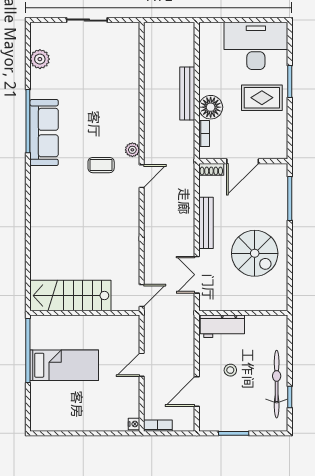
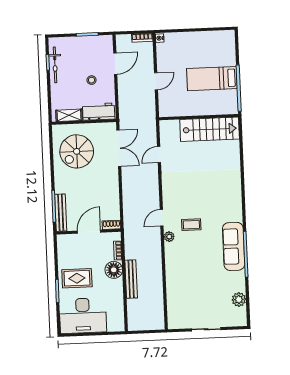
bench: (206, 223) -> (61, 213), moved
spiral stairs: (255, 253) -> (77, 151), moved, turned -90
double door: (197, 275) -> (119, 148), width x1.37
door: (142, 296) -> (159, 154), moved
shelving: (263, 323) -> (69, 115), added
bicycle: (277, 384) -> (55, 65), width x0.73, depth x0.71

